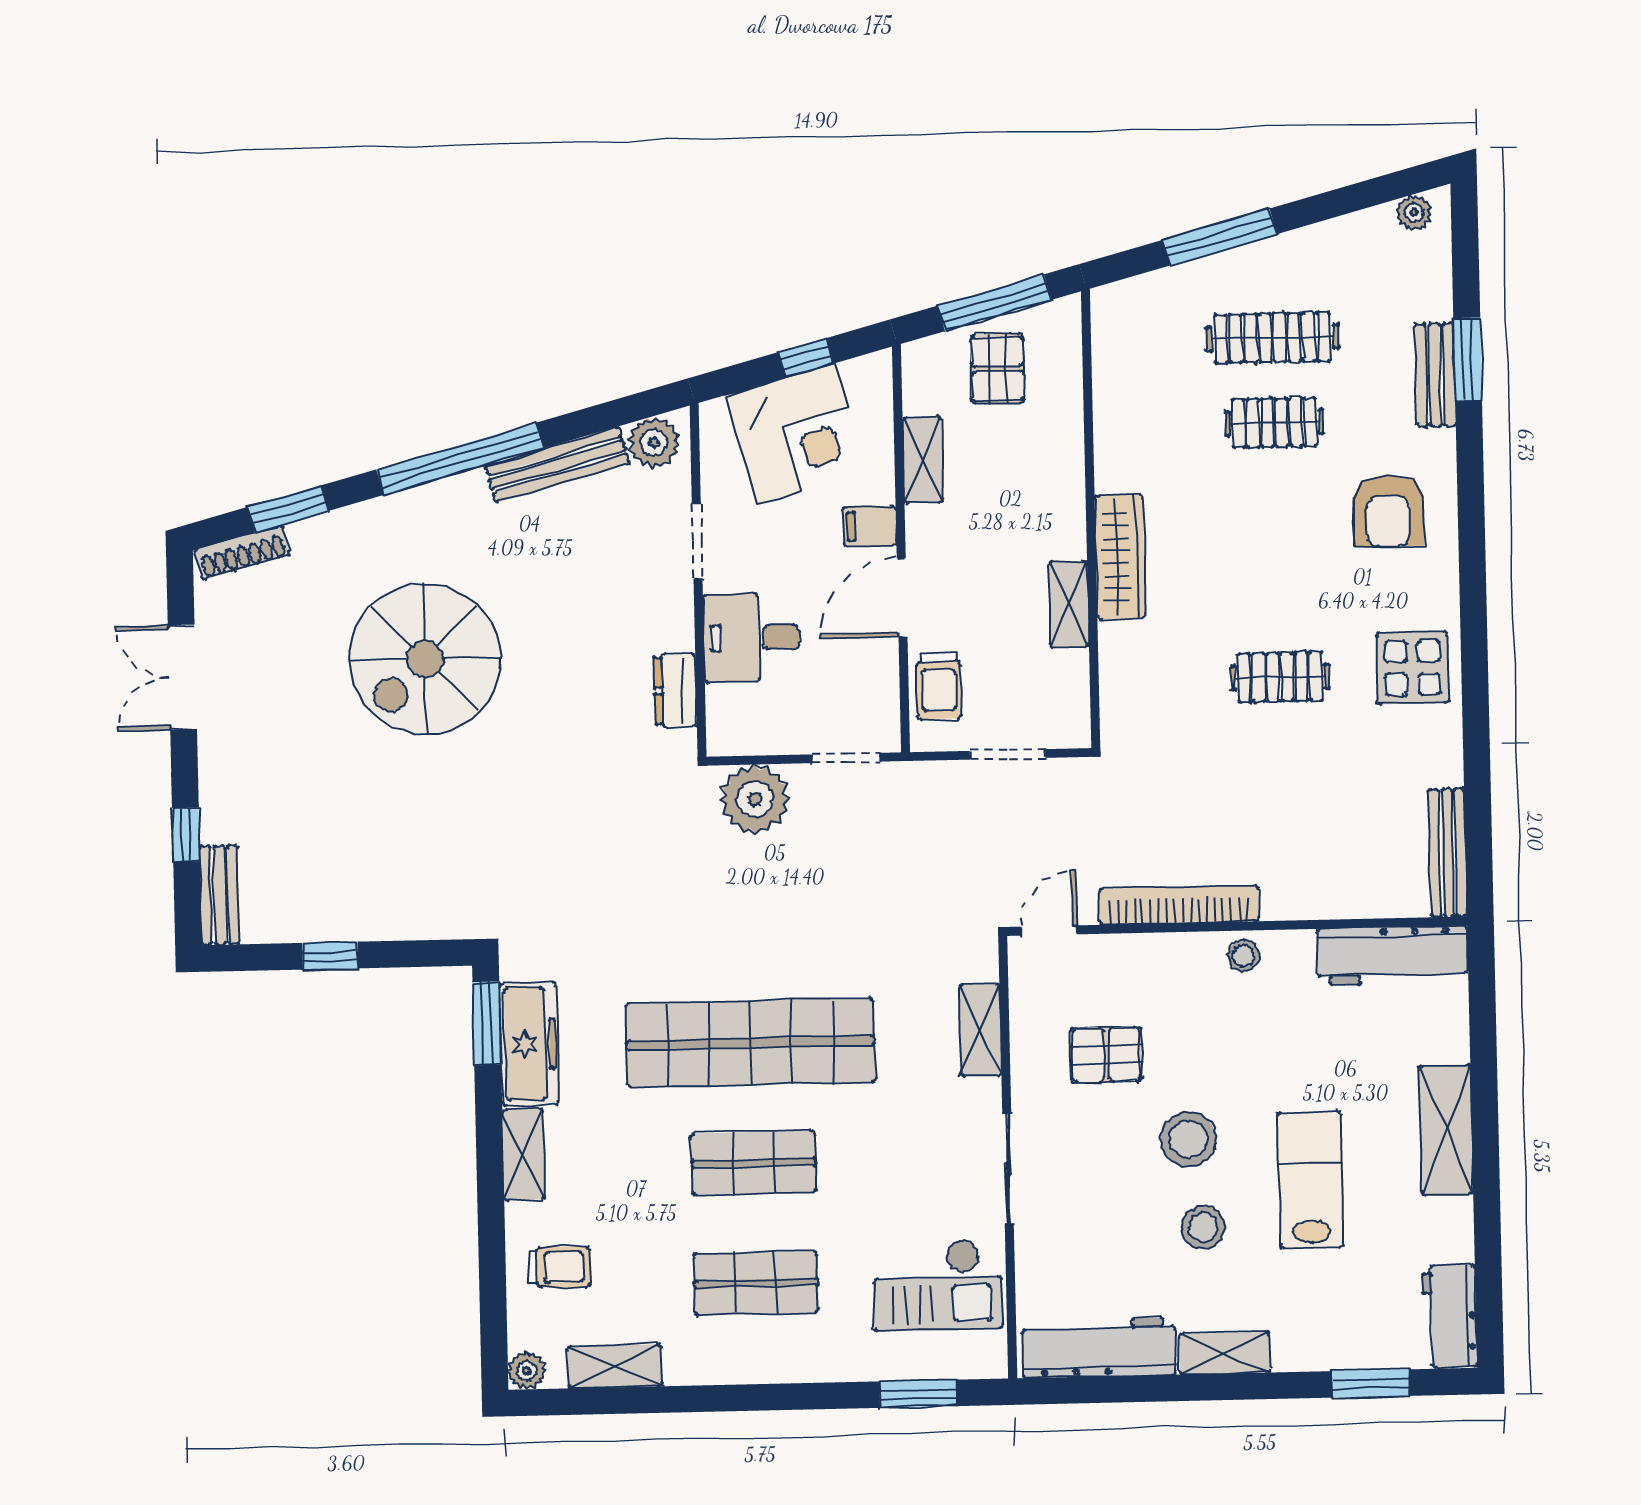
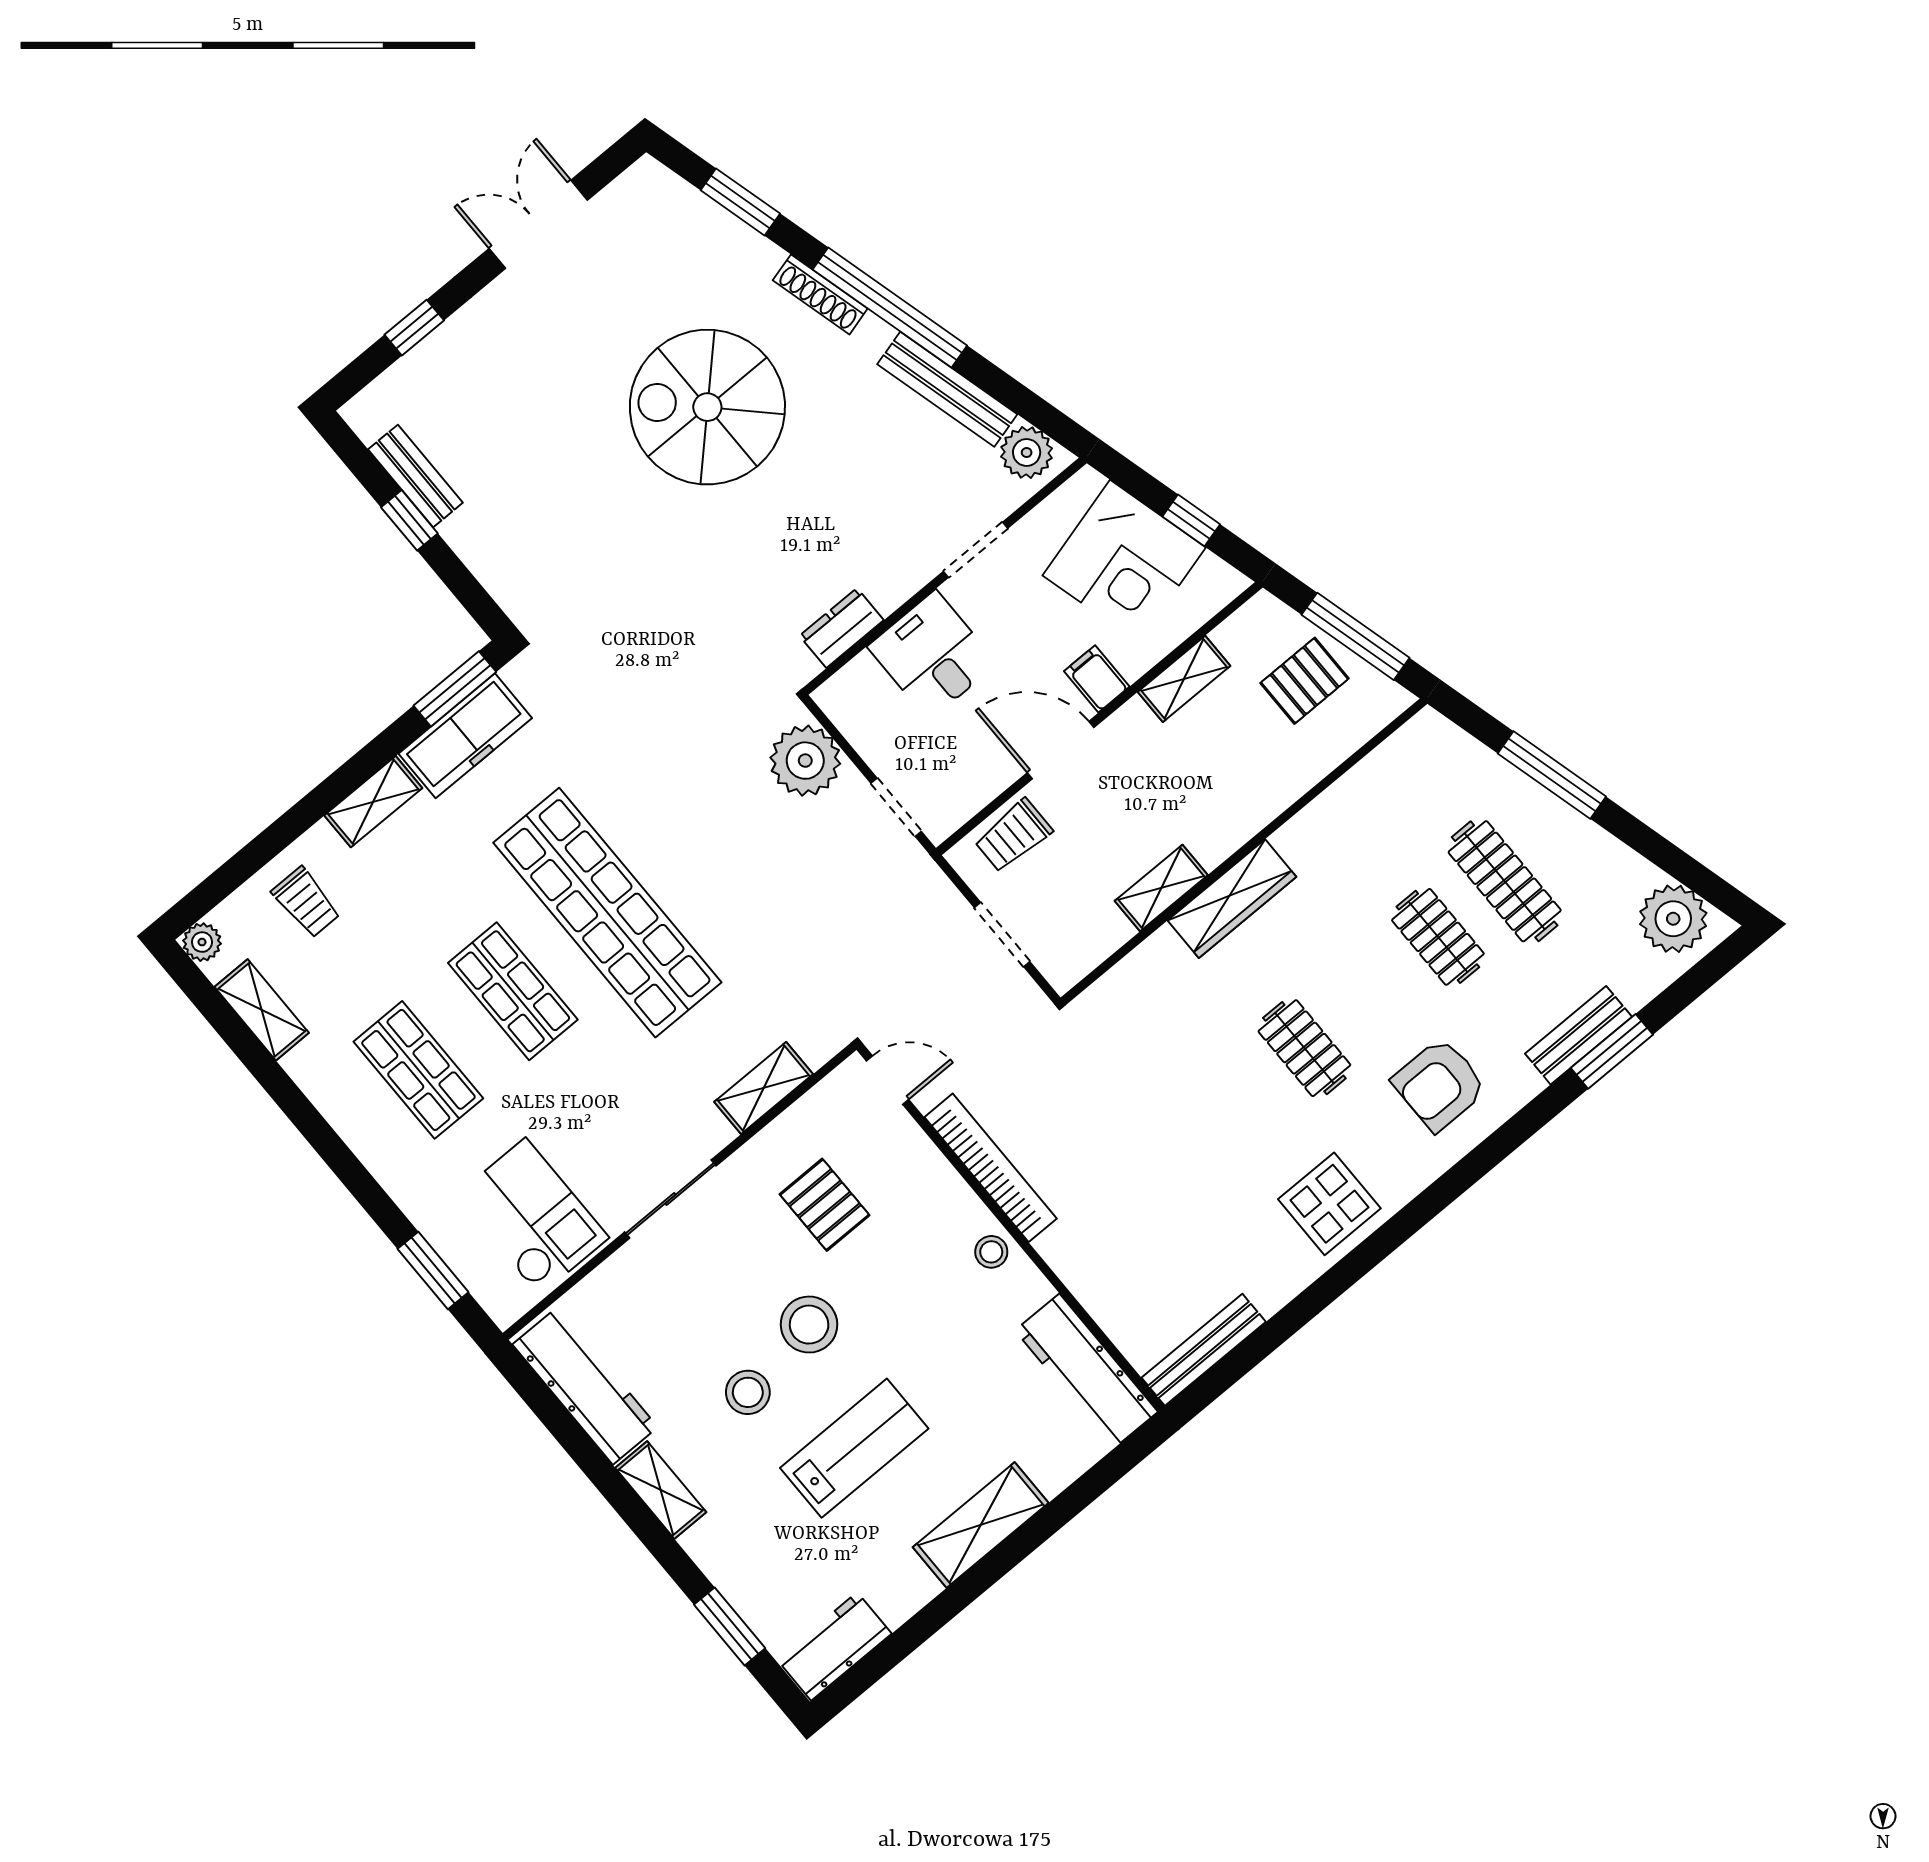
plant: (1414, 212) -> (1673, 919), width x1.88, depth x1.88
shoe rack: (242, 552) -> (820, 294), moved
clothes rail: (1280, 677) -> (1304, 1048), moved
bench: (220, 895) -> (415, 476), moved, turned 90
checkout: (938, 1285) -> (532, 1217), turned 180

